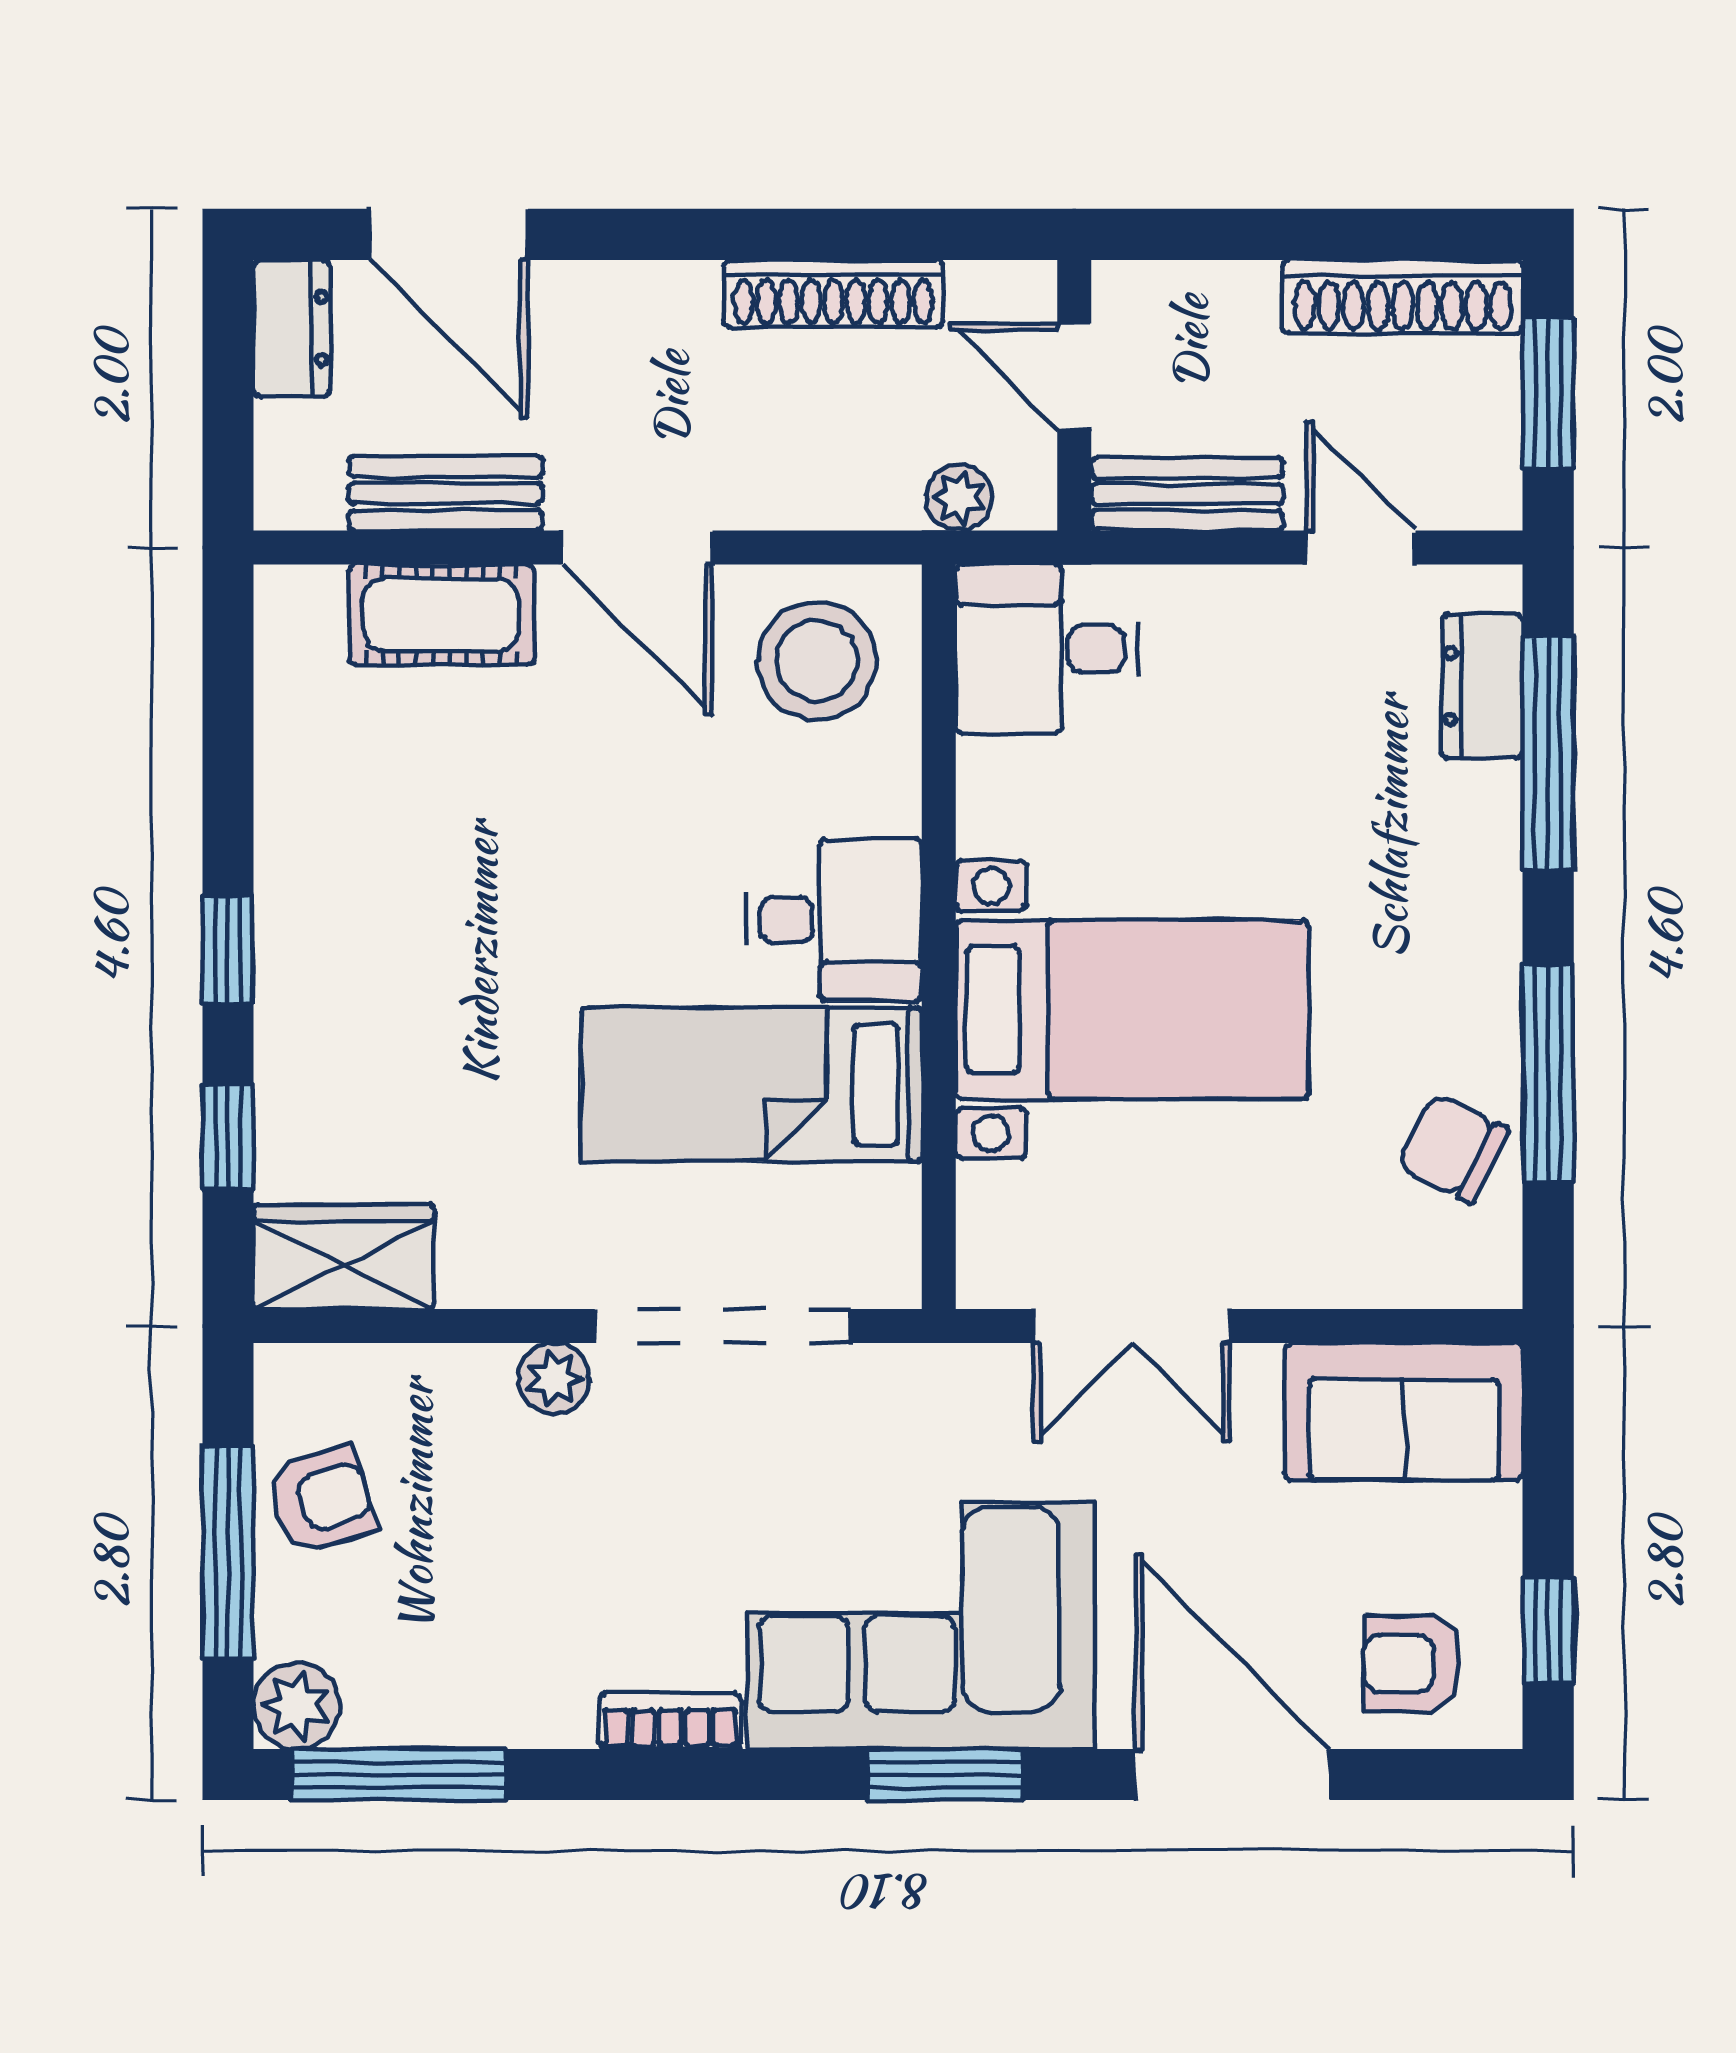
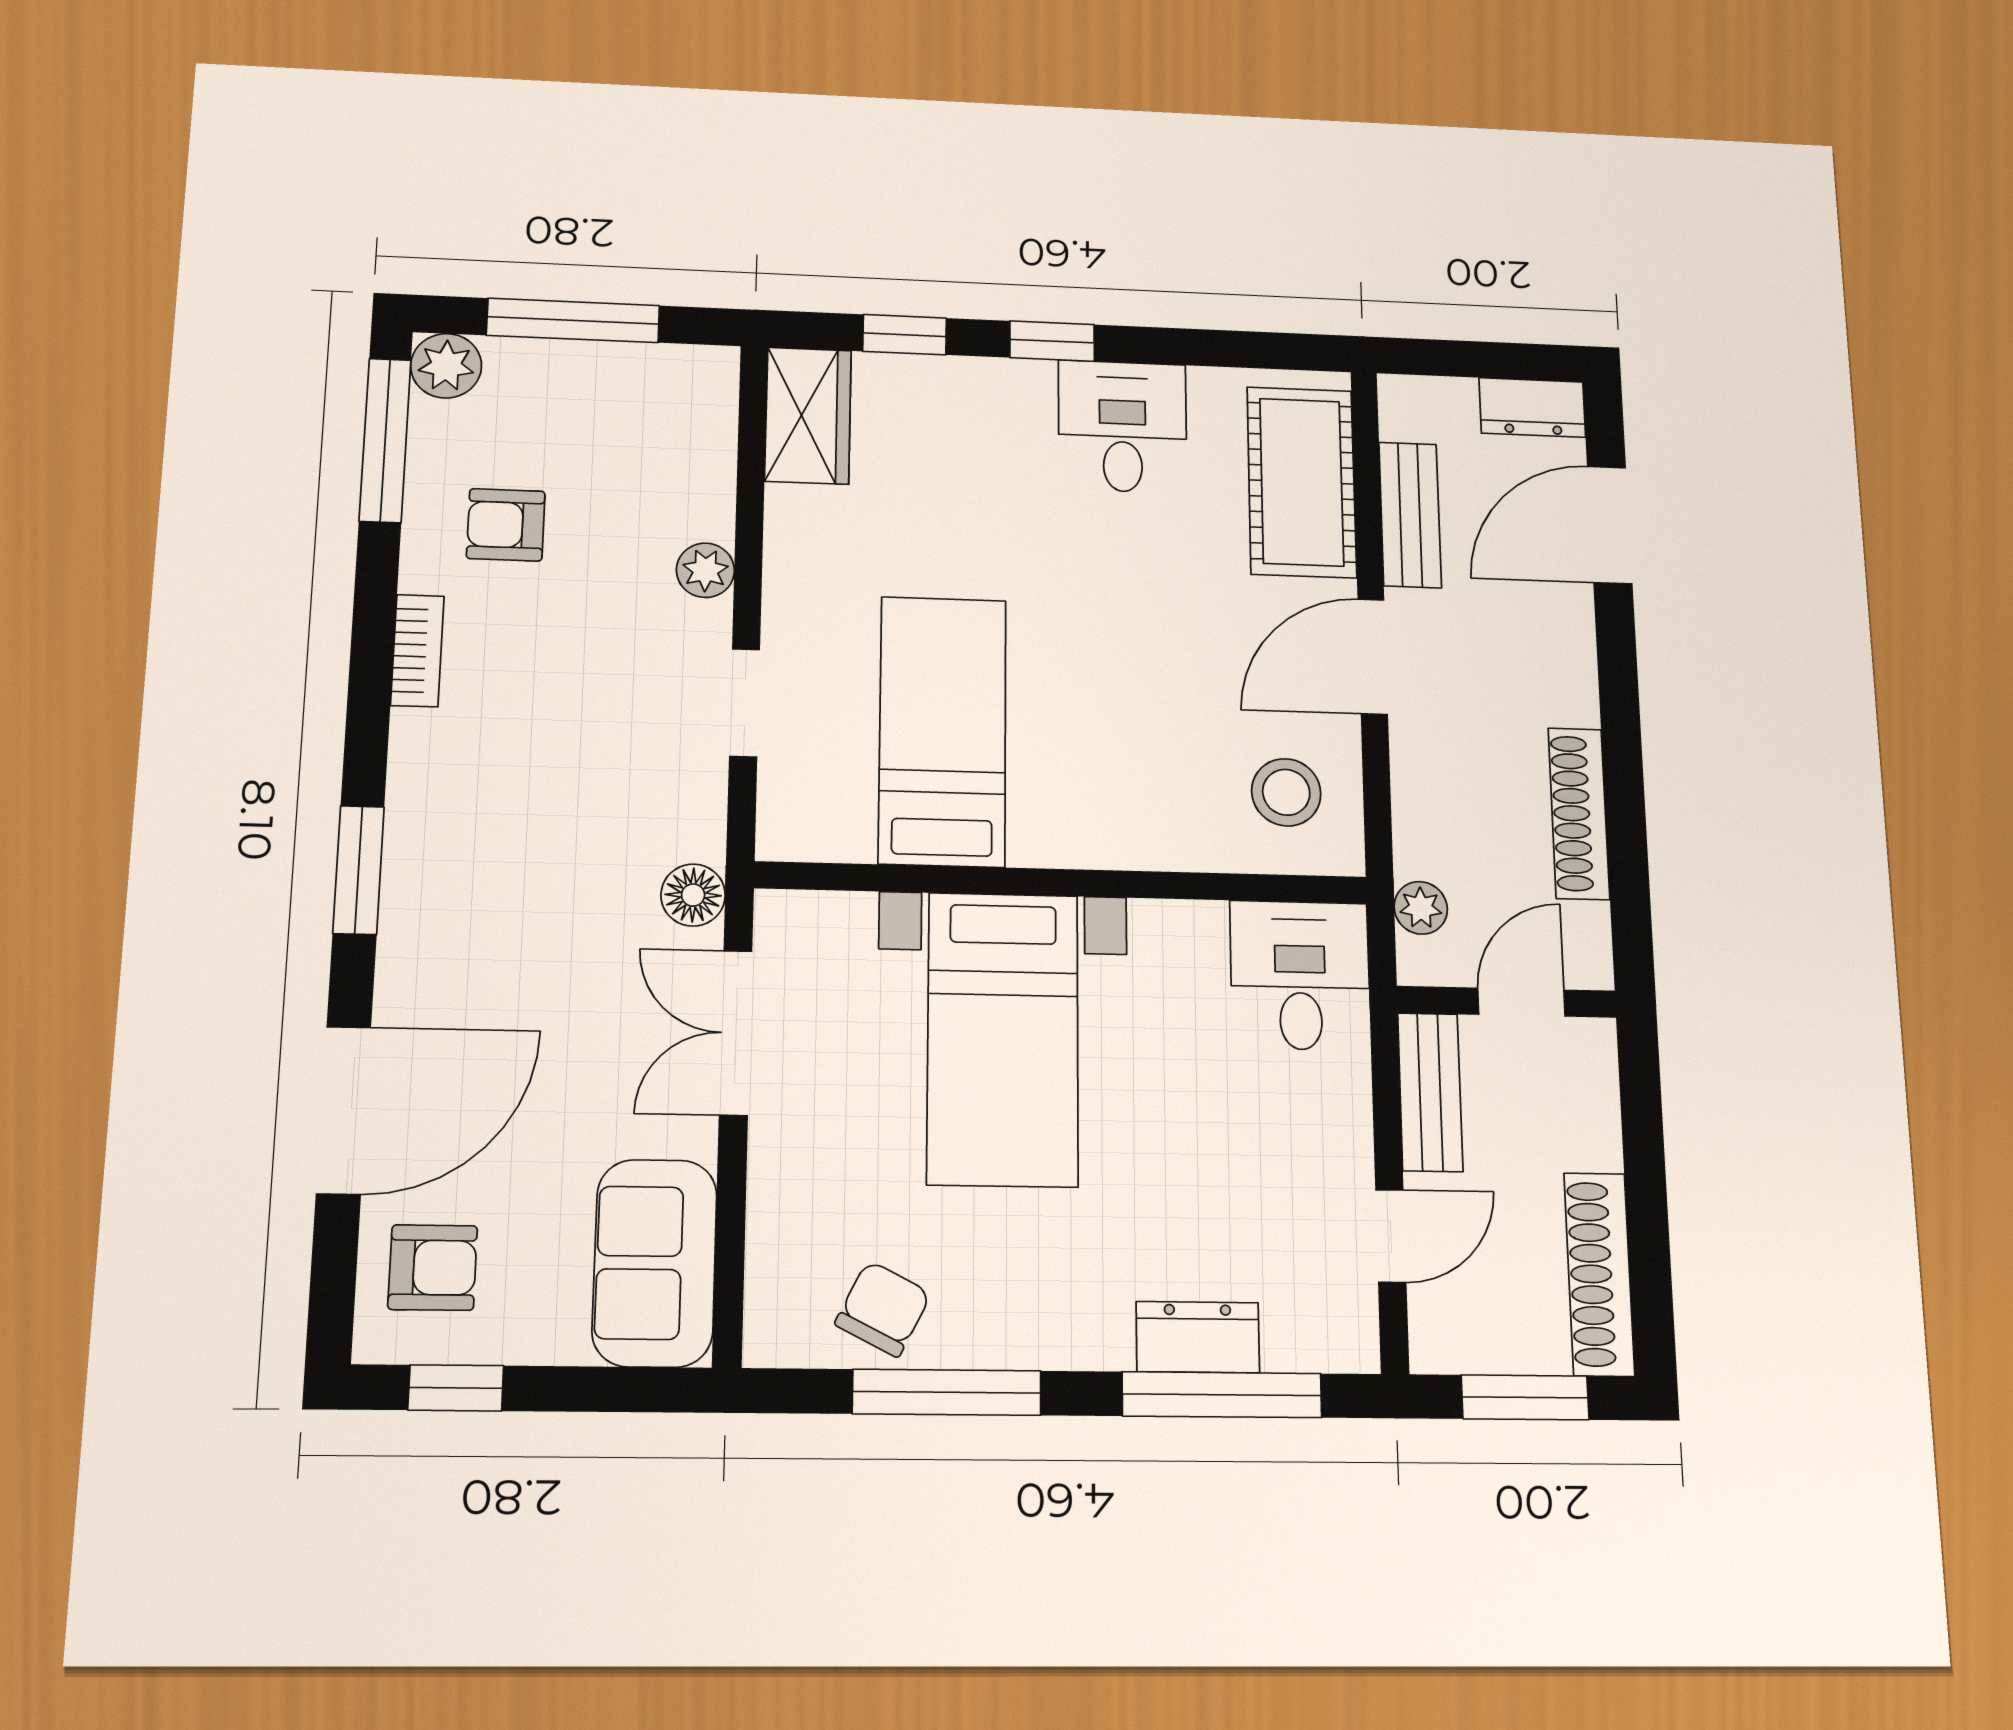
cot: (441, 615) -> (1302, 482), width x1.37, depth x1.34
stool: (817, 661) -> (1286, 792), width x0.73, depth x0.73
dresser: (1482, 686) -> (1198, 1337), moved
desk: (834, 920) -> (1123, 426), moved, turned 180
doorway: (723, 1326) -> (745, 703), width x0.53
floor lamp: (966, 1381) -> (693, 895), added
armchair: (322, 1500) -> (506, 525), moved, turned 108
corner sofa: (921, 1625) -> (487, 853), removed
armchair: (1413, 1664) -> (433, 1268), turned 90

